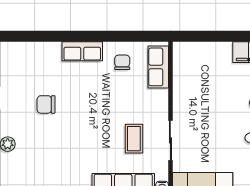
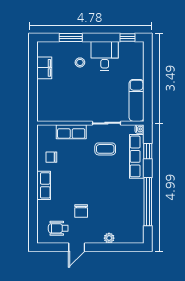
row of seats: (158, 67) -> (71, 132), moved
wheelchair: (21, 72) -> (58, 228), added

